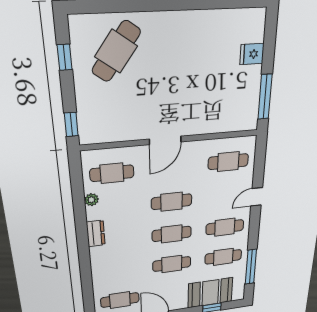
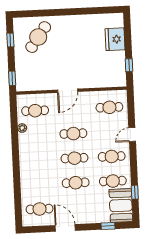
fridge: (252, 54) -> (115, 39), width x1.88, depth x1.34
window: (265, 97) -> (129, 65), width x0.46
dresser: (96, 233) -> (24, 153), removed
window: (251, 267) -> (135, 192), width x0.46
booth: (210, 293) -> (121, 205), moved, turned 90

